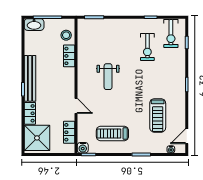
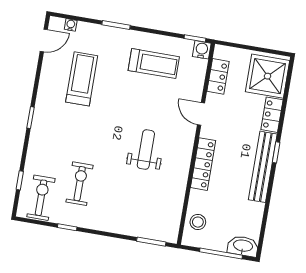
locker: (69, 56) -> (203, 164), moved, width x1.53

